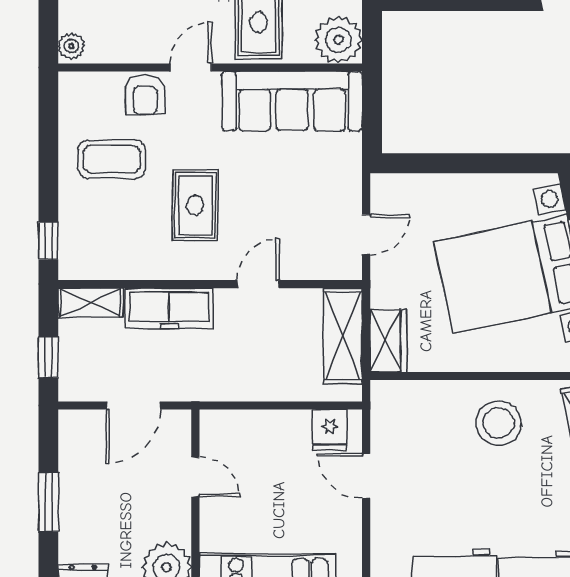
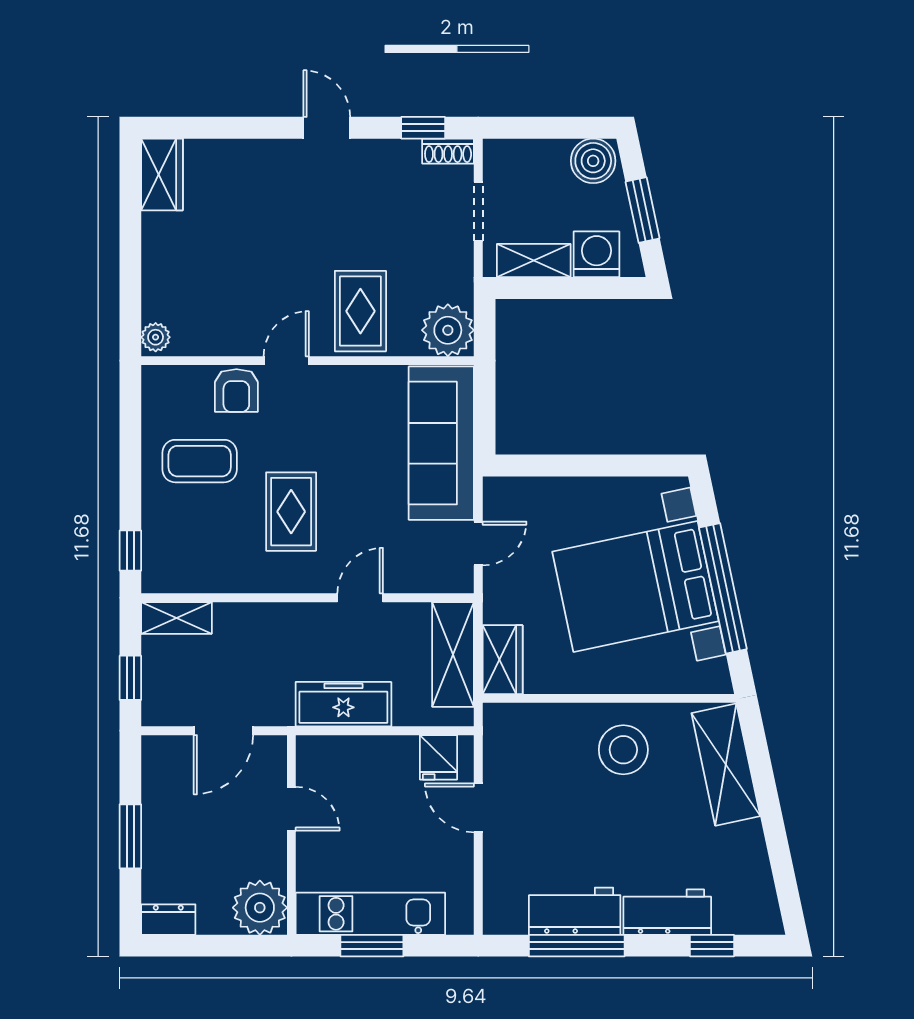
sofa: (292, 101) -> (441, 443), moved, turned 90
freezer: (169, 308) -> (343, 704), moved, turned 180

